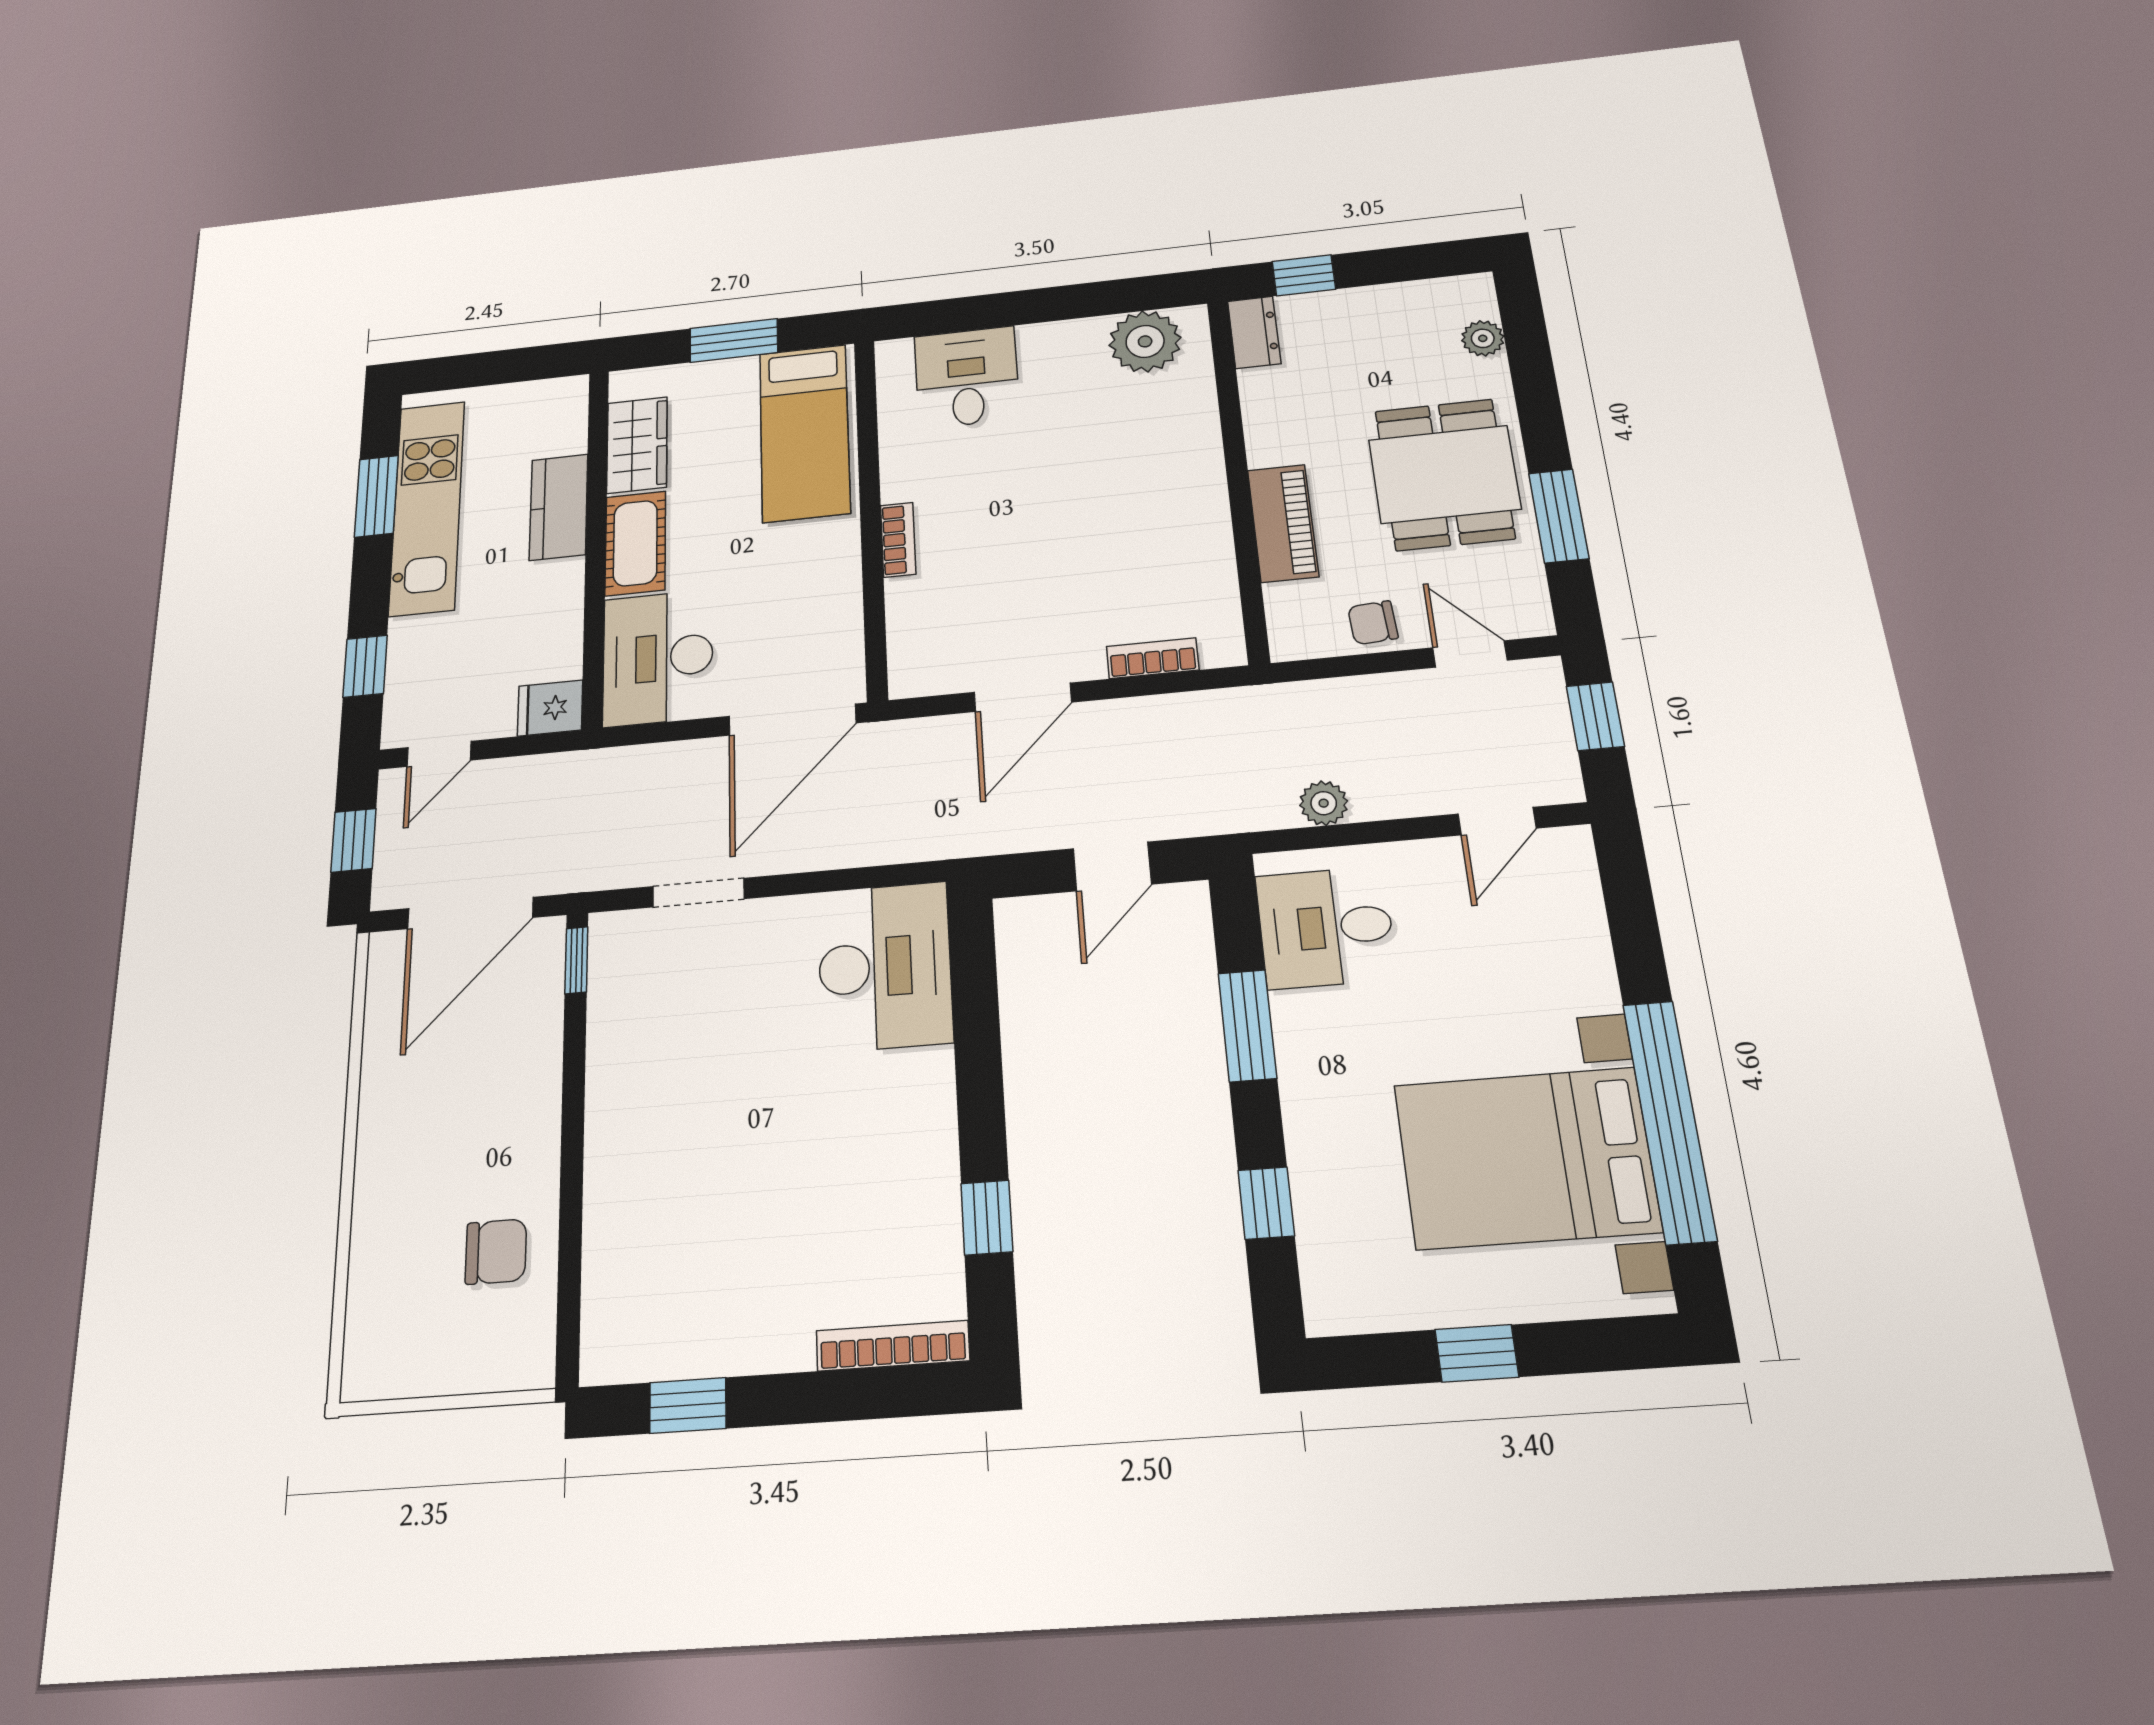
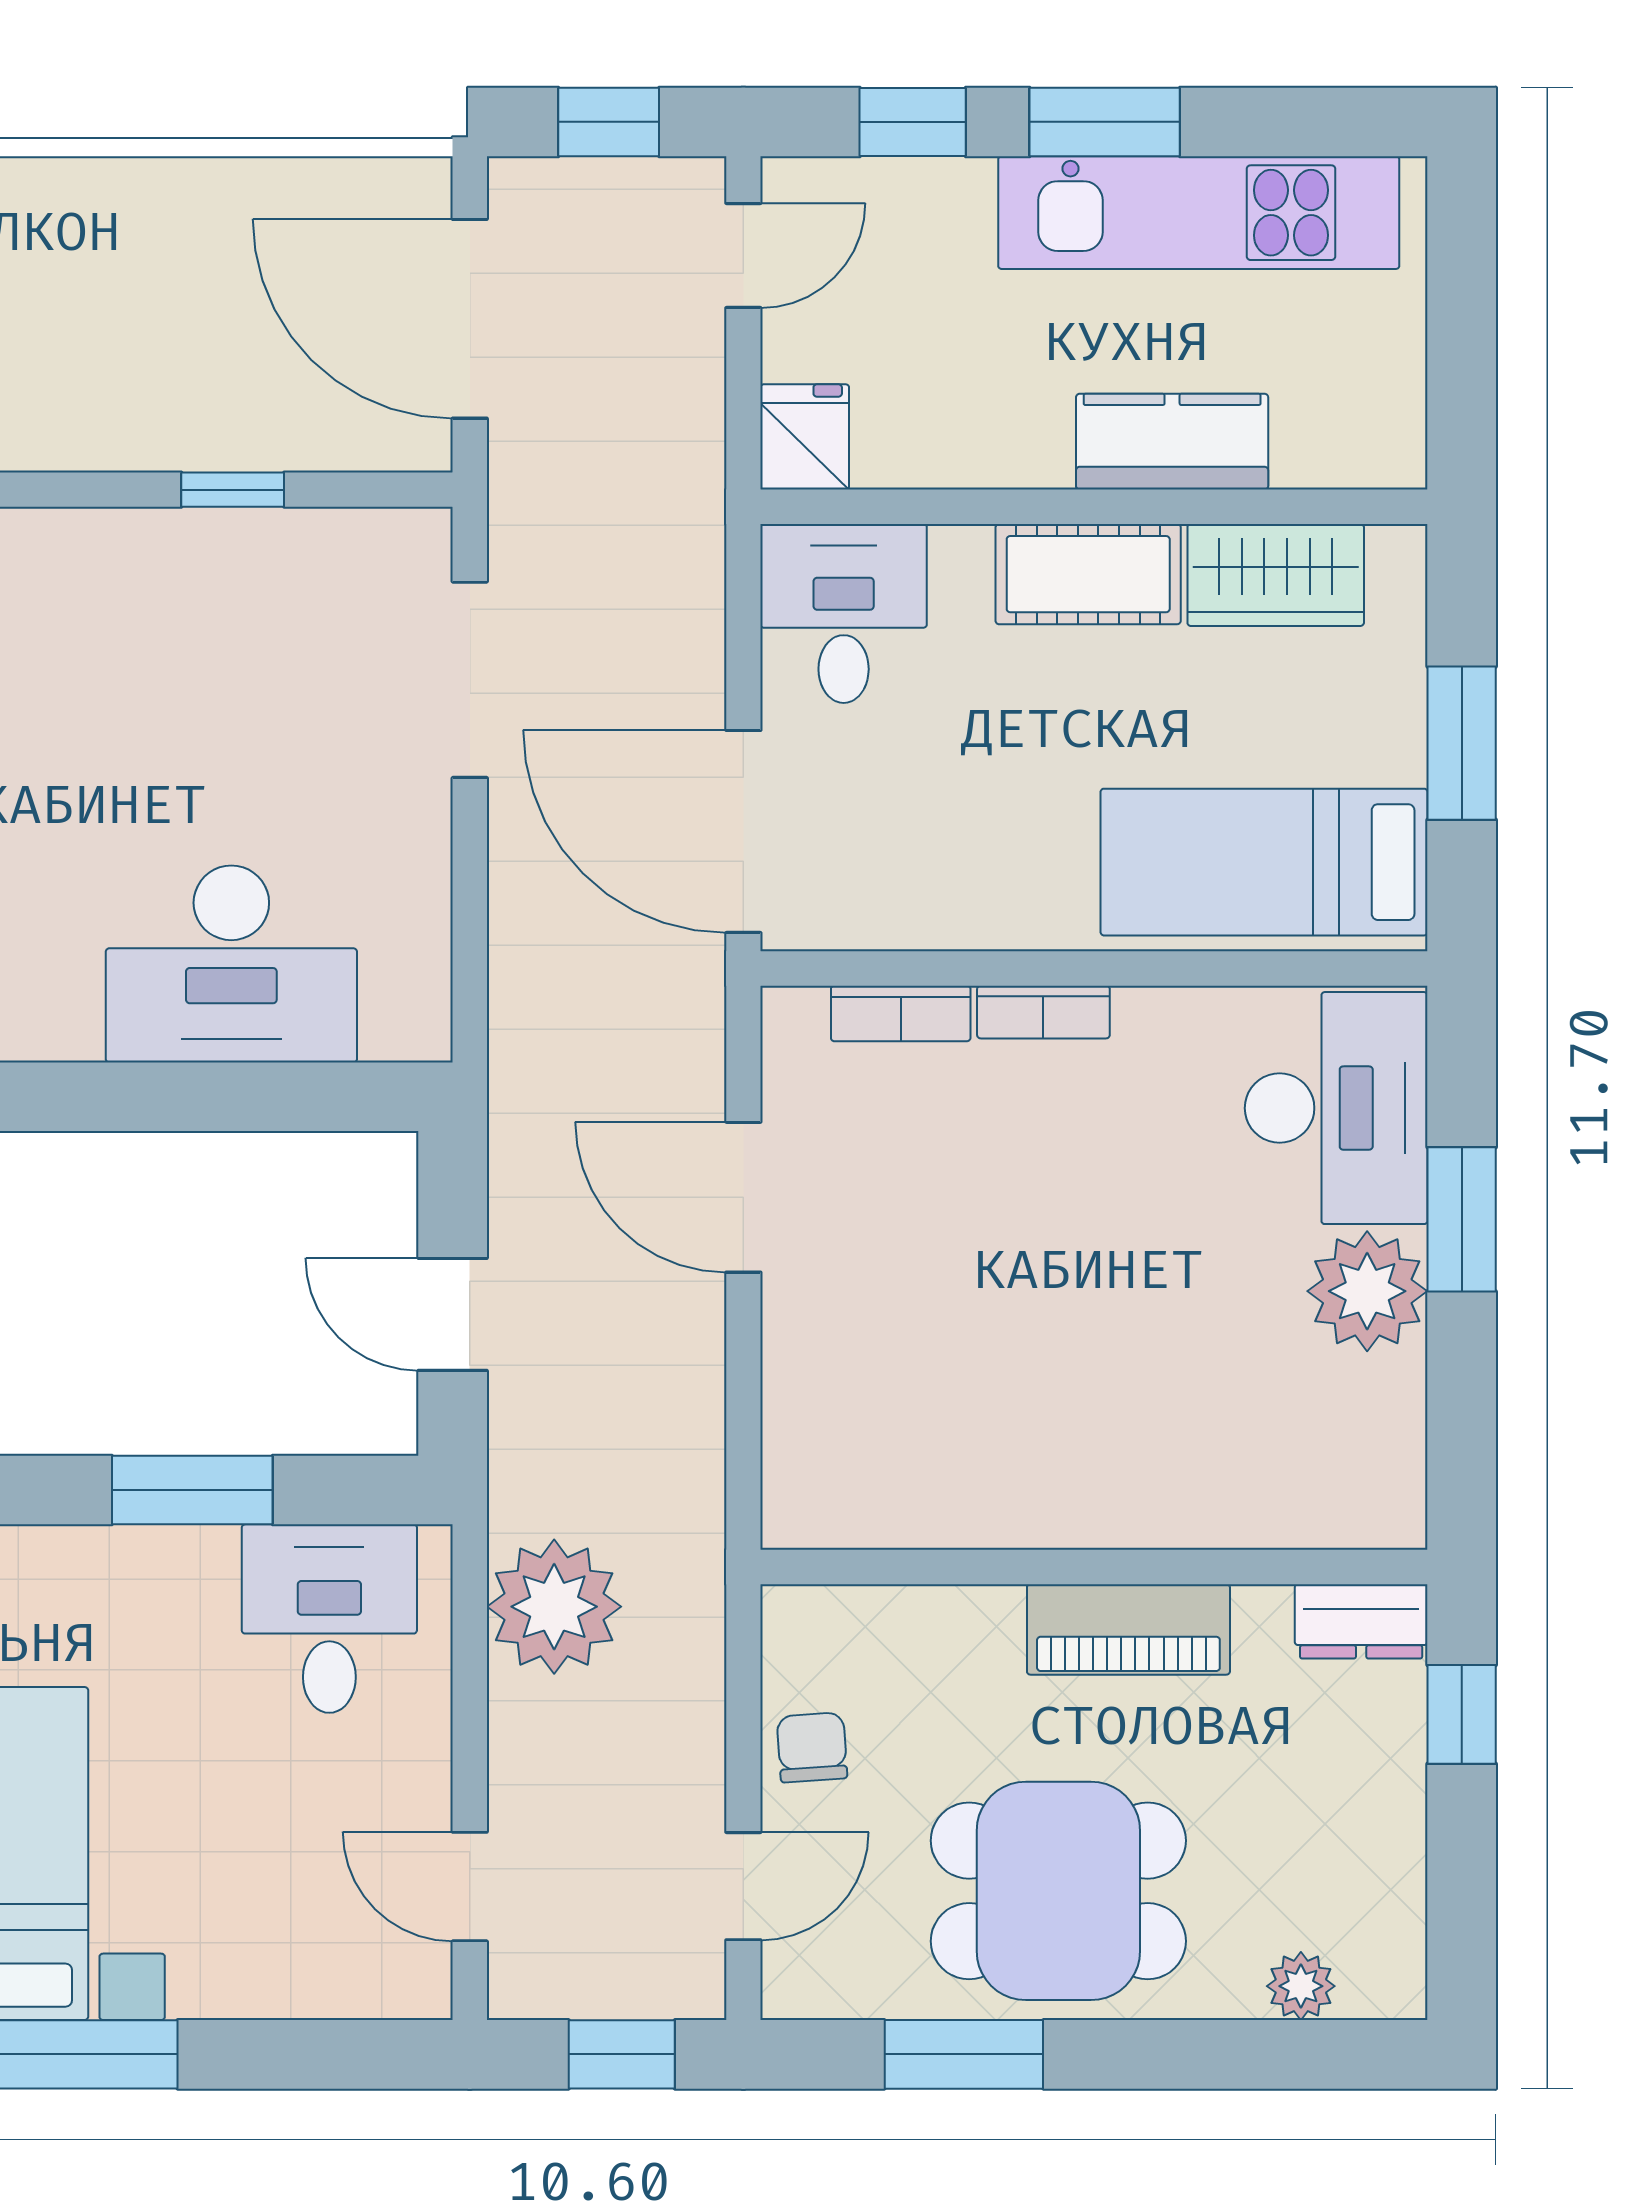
window: (1010, 309) -> (1462, 1219), added
plant: (1145, 341) -> (1367, 1291), moved
desk: (967, 377) -> (1336, 1108), width x1.37
window: (376, 496) -> (1105, 122), moved
piano: (1283, 523) -> (1128, 1629), moved
desk: (658, 658) -> (844, 613), width x0.73
bookcase: (1153, 658) -> (901, 1013), moved, turned 90
door: (439, 754) -> (743, 255), swing flipped
plant: (1324, 803) -> (554, 1607), width x1.87, depth x1.87
doorway: (698, 893) -> (470, 680), width x1.38
window: (576, 960) -> (233, 490), moved
desk: (885, 966) -> (231, 964), moved

